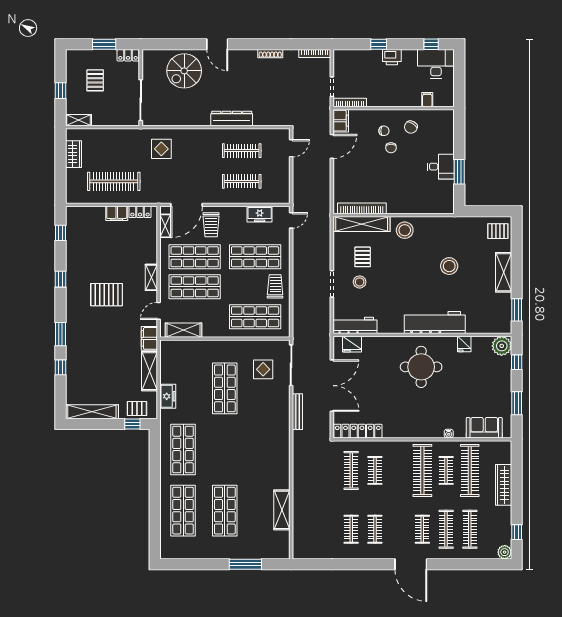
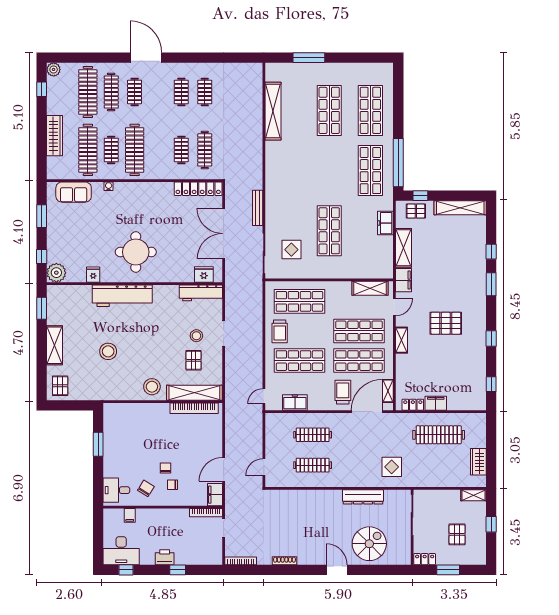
dresser: (232, 118) -> (363, 497), moved
desk: (441, 167) -> (116, 490), moved
pallet: (498, 231) -> (60, 386), turned 90
window: (155, 458) -> (398, 163), added
shelving: (282, 510) -> (273, 111), width x1.47
clothes rail: (470, 529) -> (88, 92), width x1.37, depth x1.31

